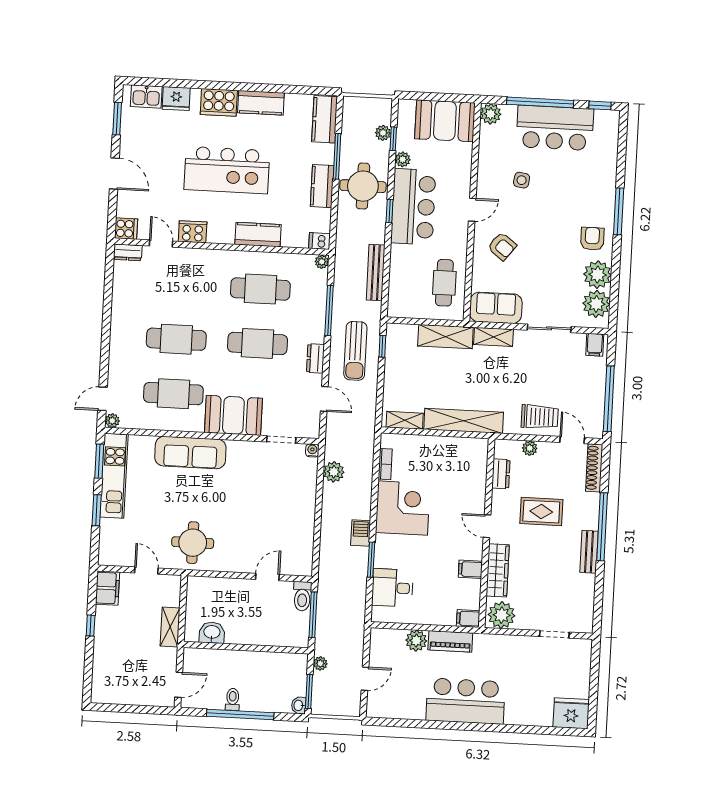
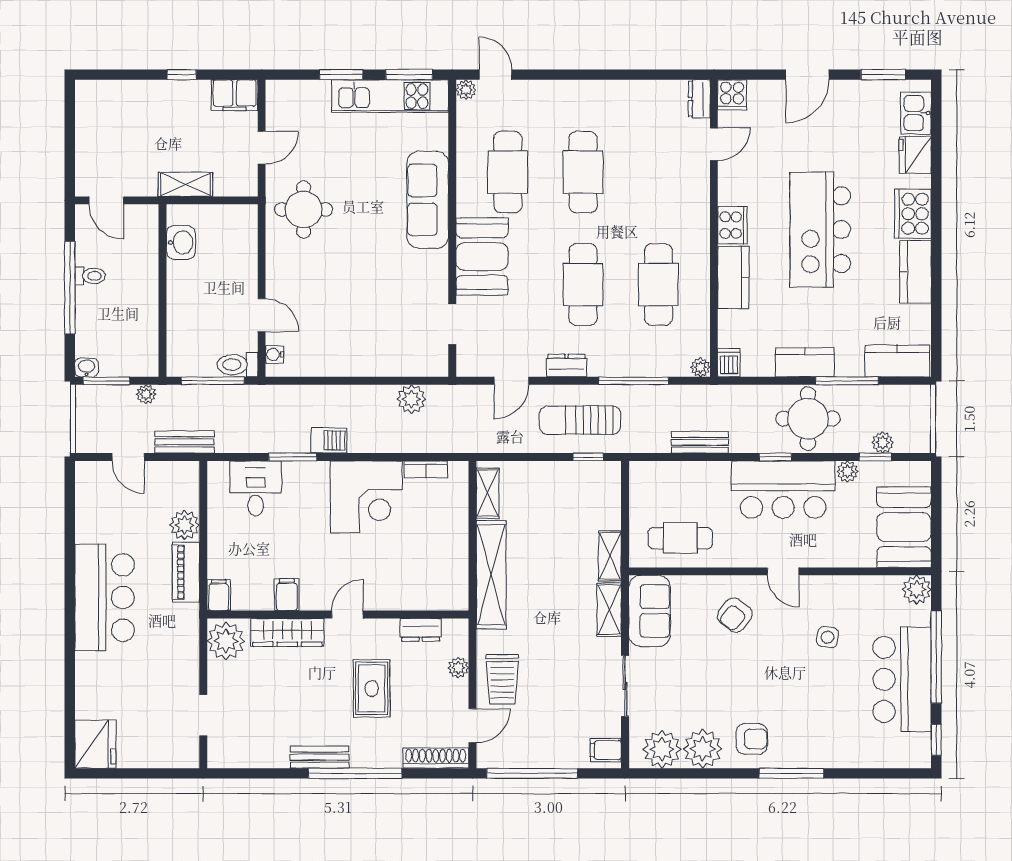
cooker: (193, 232) -> (732, 225), moved
bench: (376, 273) -> (700, 442), width x0.73
shelving: (445, 337) -> (610, 556), width x0.67, depth x0.75
water cooler: (312, 450) -> (274, 355), moved, turned 180
bench: (356, 637) -> (185, 442), added

